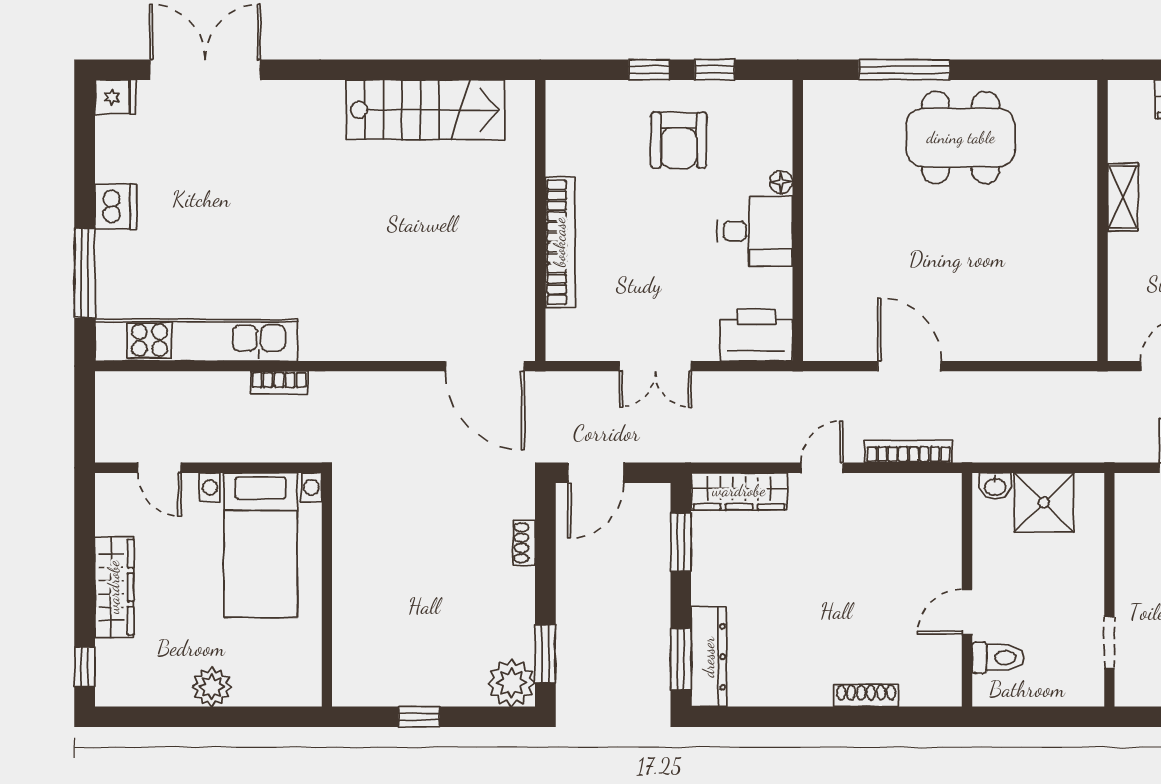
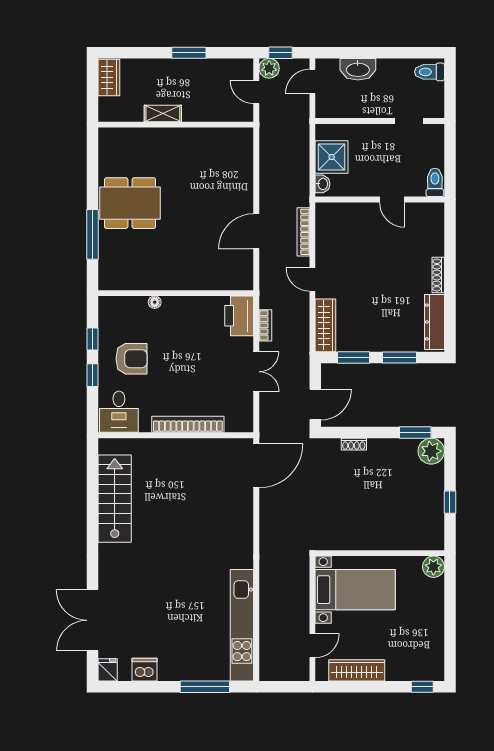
dining table: (961, 138) -> (130, 203), turned 90
dishwasher: (116, 207) -> (144, 670), moved
desk: (755, 231) -> (119, 412), moved, turned 180
bookcase: (279, 383) -> (265, 325), moved
door: (596, 473) -> (315, 405), hinge flipped
wardrobe: (114, 587) -> (357, 670), moved
dresser: (709, 657) -> (434, 322), moved, turned -90
toilet: (998, 658) -> (435, 182), moved
window: (681, 659) -> (400, 358), moved
plant: (212, 687) -> (433, 567), moved
shoe rack: (866, 696) -> (438, 275), moved

